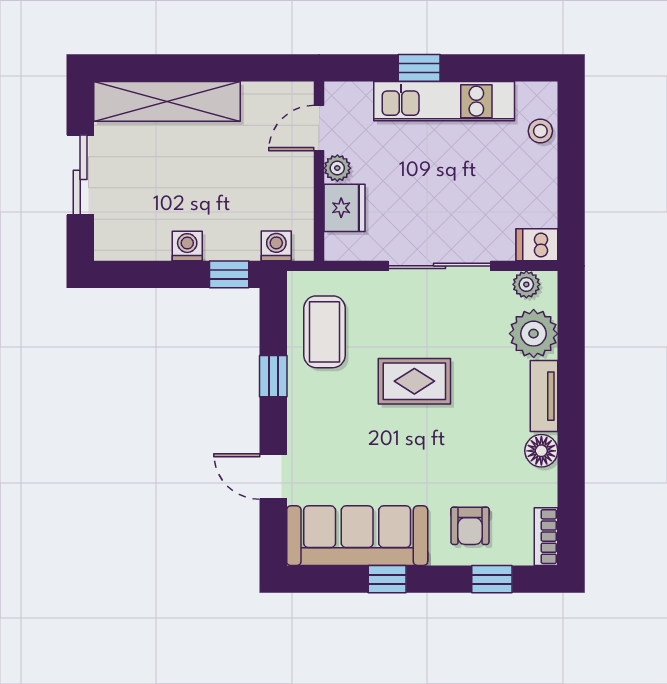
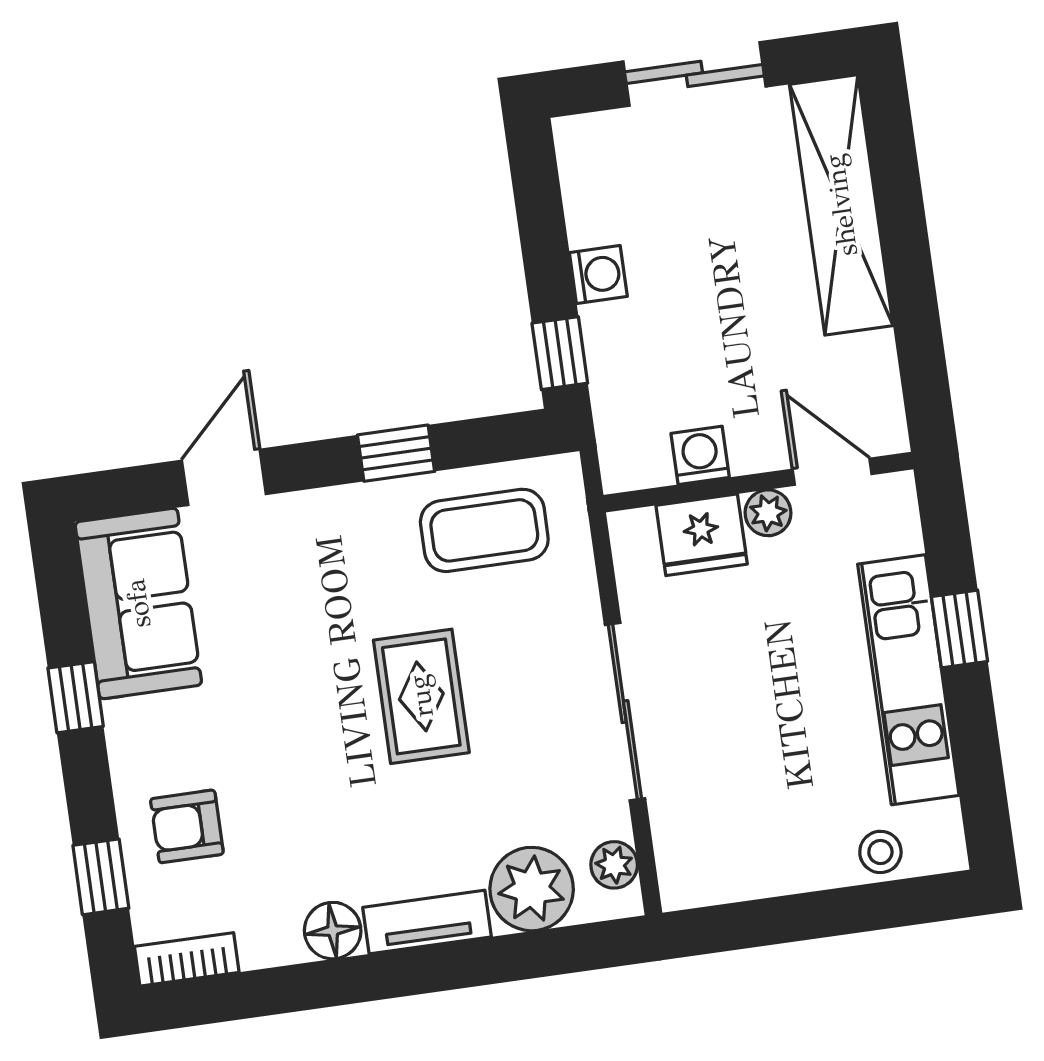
dishwasher: (537, 245) -> (685, 873), removed
washing machine: (276, 246) -> (700, 455), moved, turned -90
sofa: (357, 536) -> (138, 603), width x0.73

